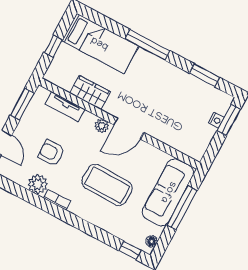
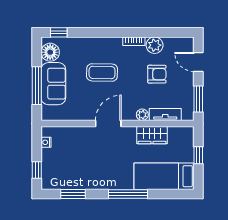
nightstand: (216, 120) -> (46, 142), moved
window: (229, 120) -> (37, 170), width x0.67
plant: (102, 126) -> (142, 115), moved
coffee table: (107, 185) -> (102, 72), width x0.73, depth x0.76
sofa: (168, 192) -> (53, 84), width x0.73
floor lamp: (152, 241) -> (50, 52), width x1.89, depth x1.89

